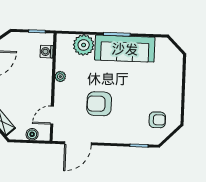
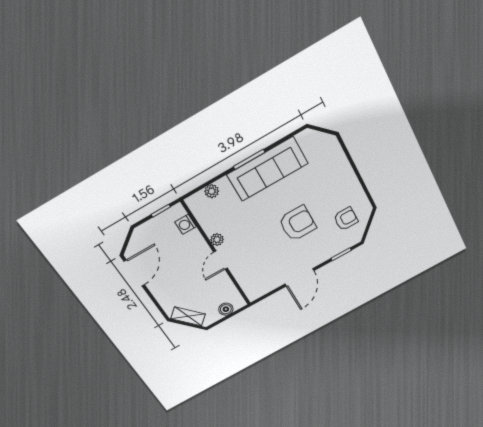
plant: (84, 45) -> (212, 191), width x0.53, depth x0.53
armchair: (99, 104) -> (297, 223), moved, turned 180
door: (52, 115) -> (221, 260), moved
door: (78, 143) -> (299, 277), moved

